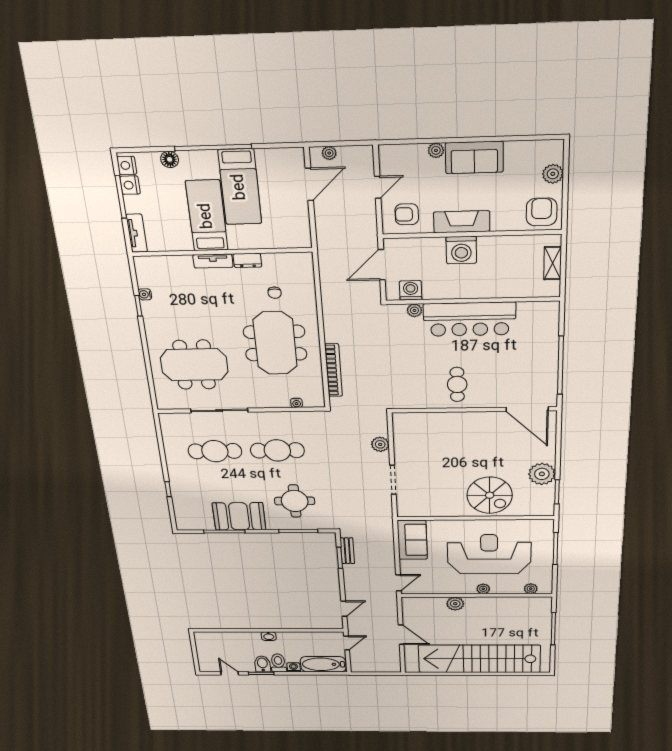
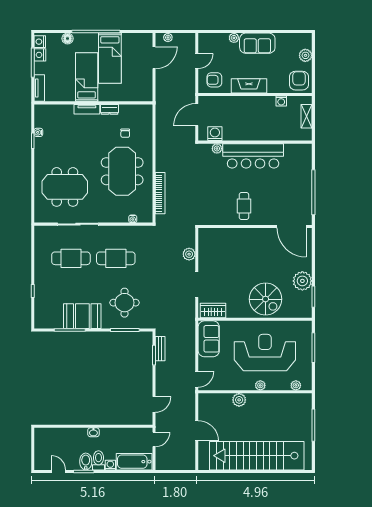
washing machine: (461, 250) -> (281, 101), moved, width x0.53, depth x0.53
wardrobe: (417, 509) -> (213, 311), added

